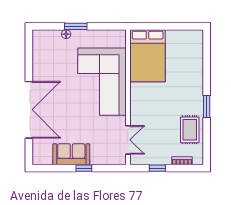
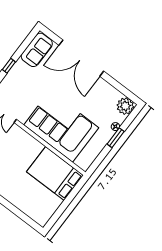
plant: (41, 39) -> (125, 106), added
sofa: (71, 154) -> (37, 50), moved

